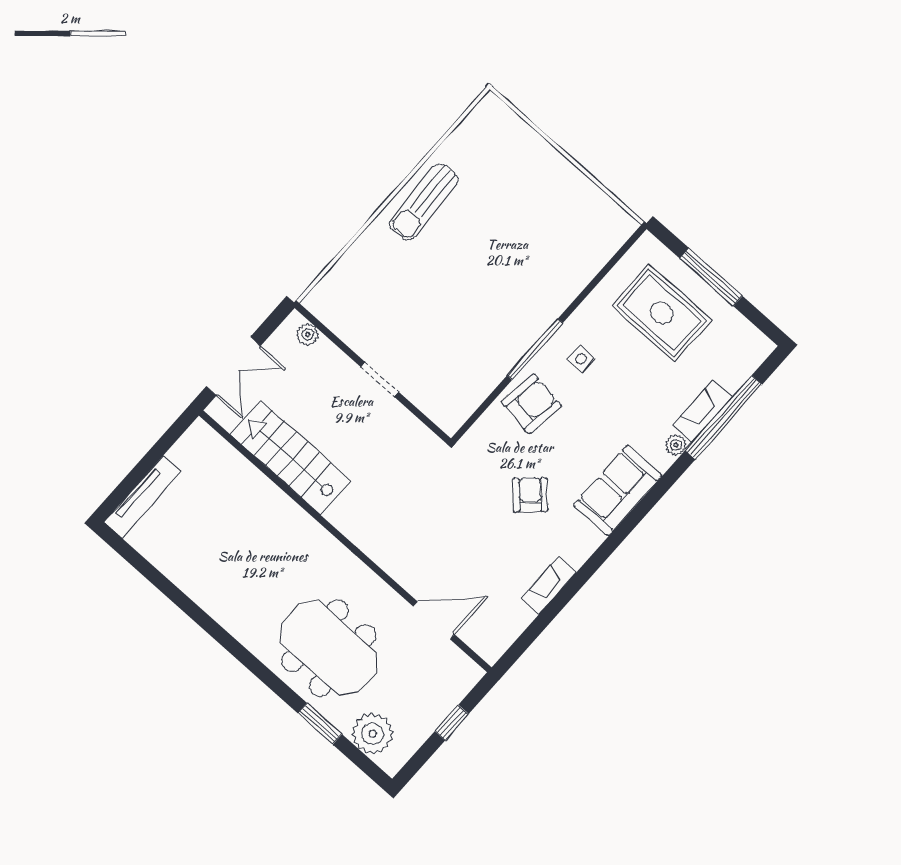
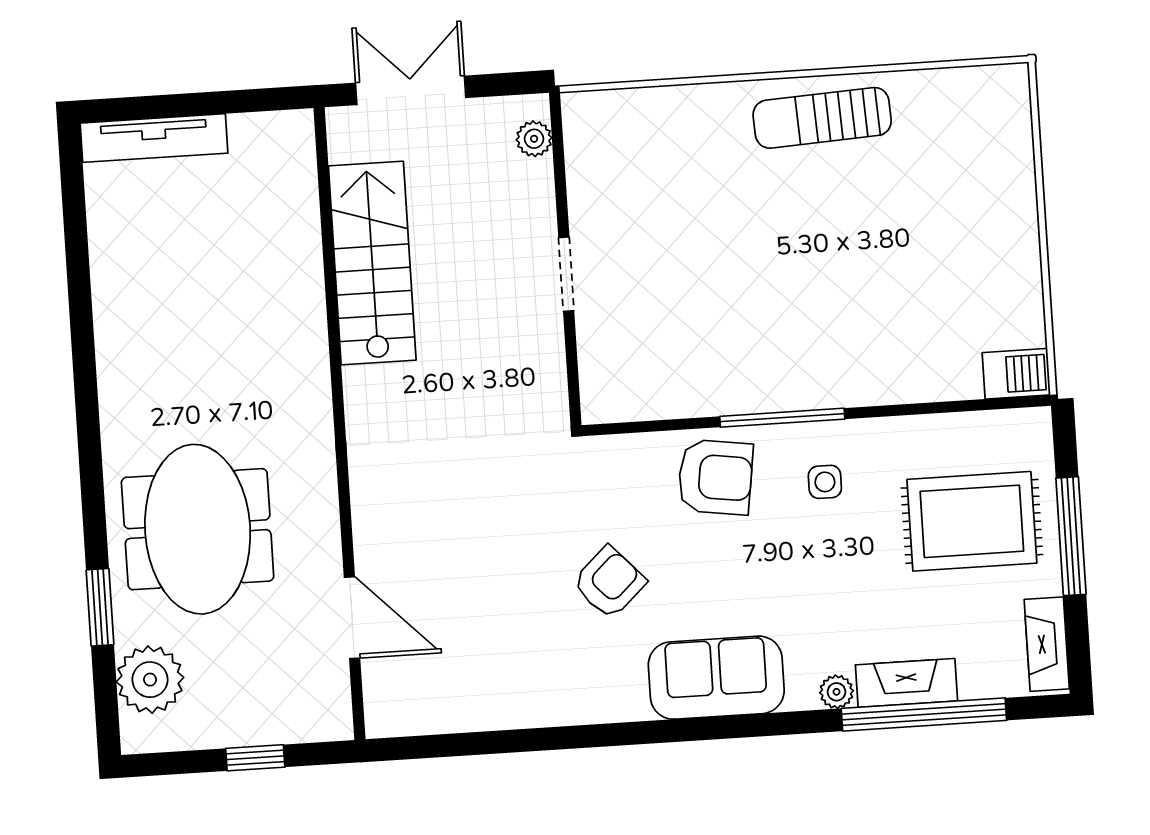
barbecue: (618, 230) -> (1016, 374), added
rug: (662, 313) -> (972, 521), turned 90
double door: (233, 366) -> (411, 90), swing flipped
fireplace: (549, 585) -> (1047, 644), moved, turned -90

